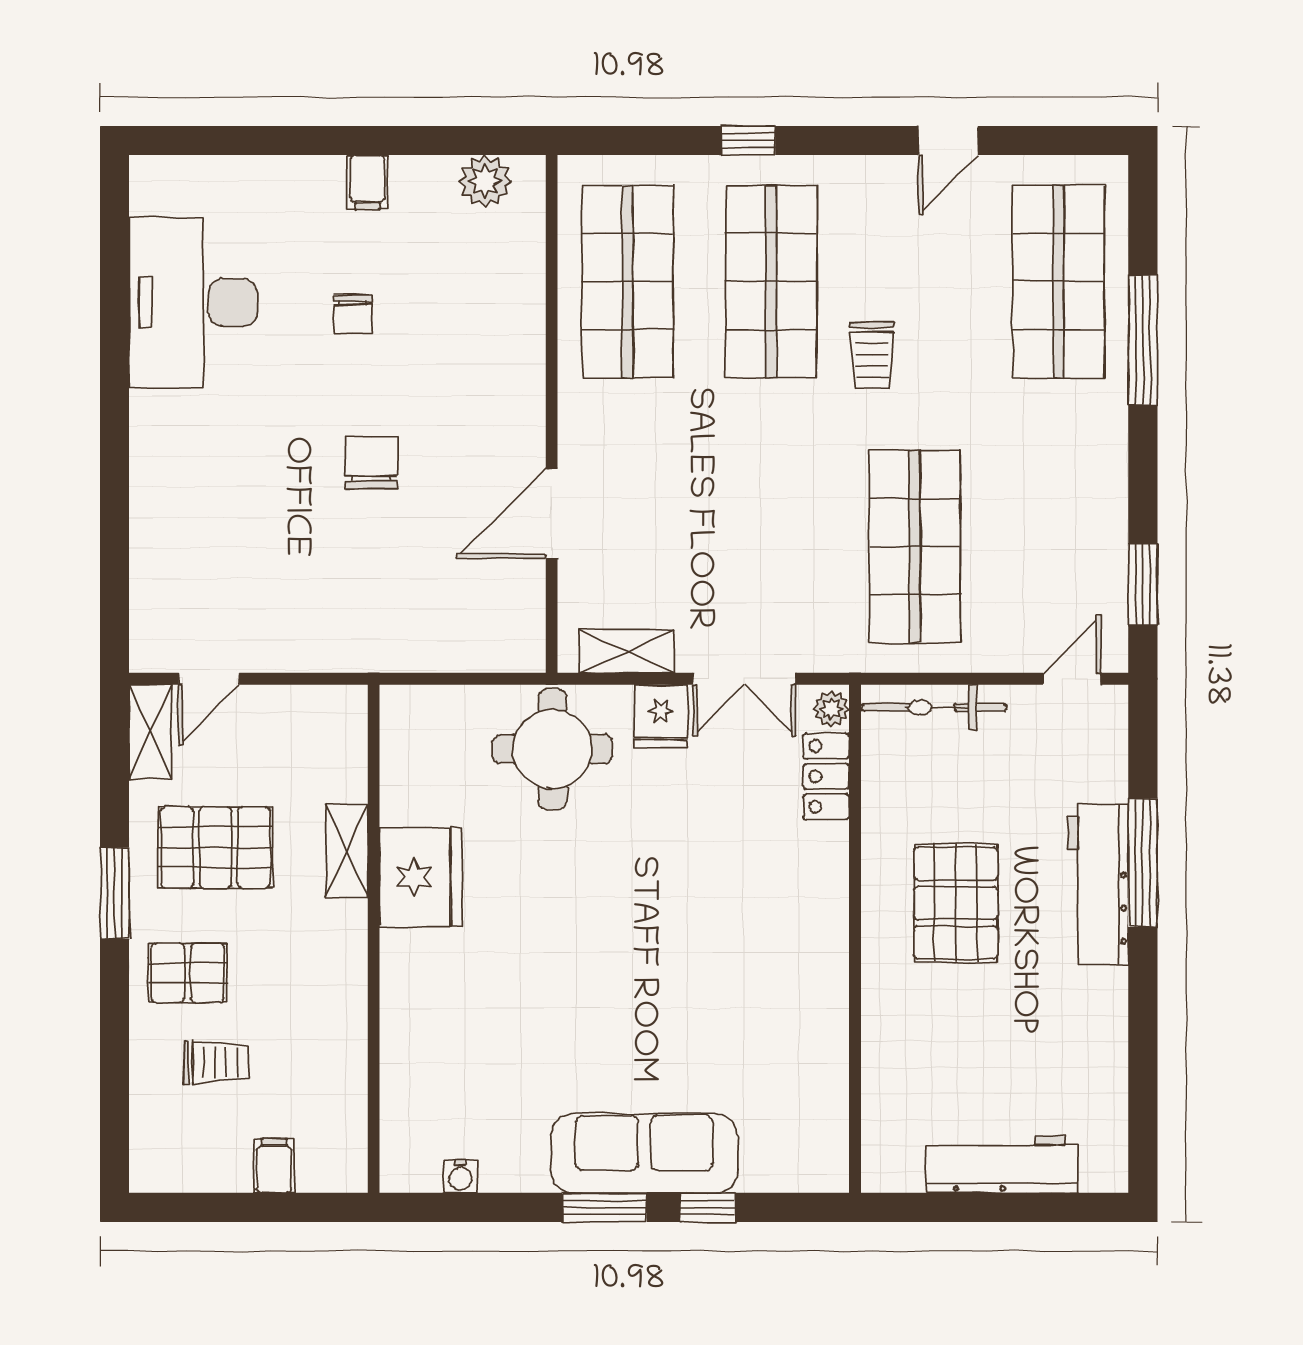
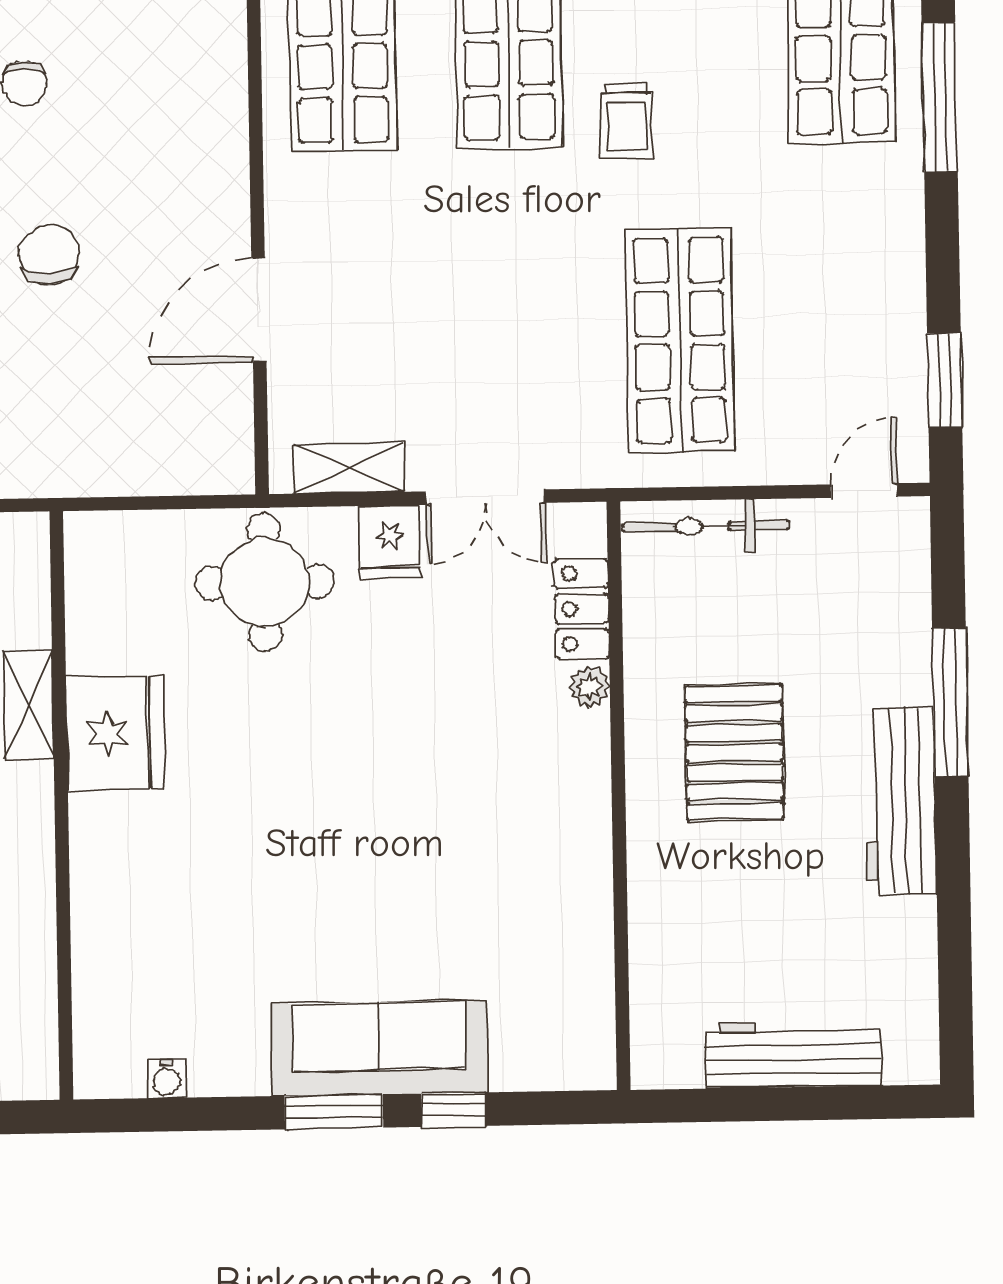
plant: (831, 709) -> (589, 687), moved
workbench: (1098, 884) -> (900, 801), moved

